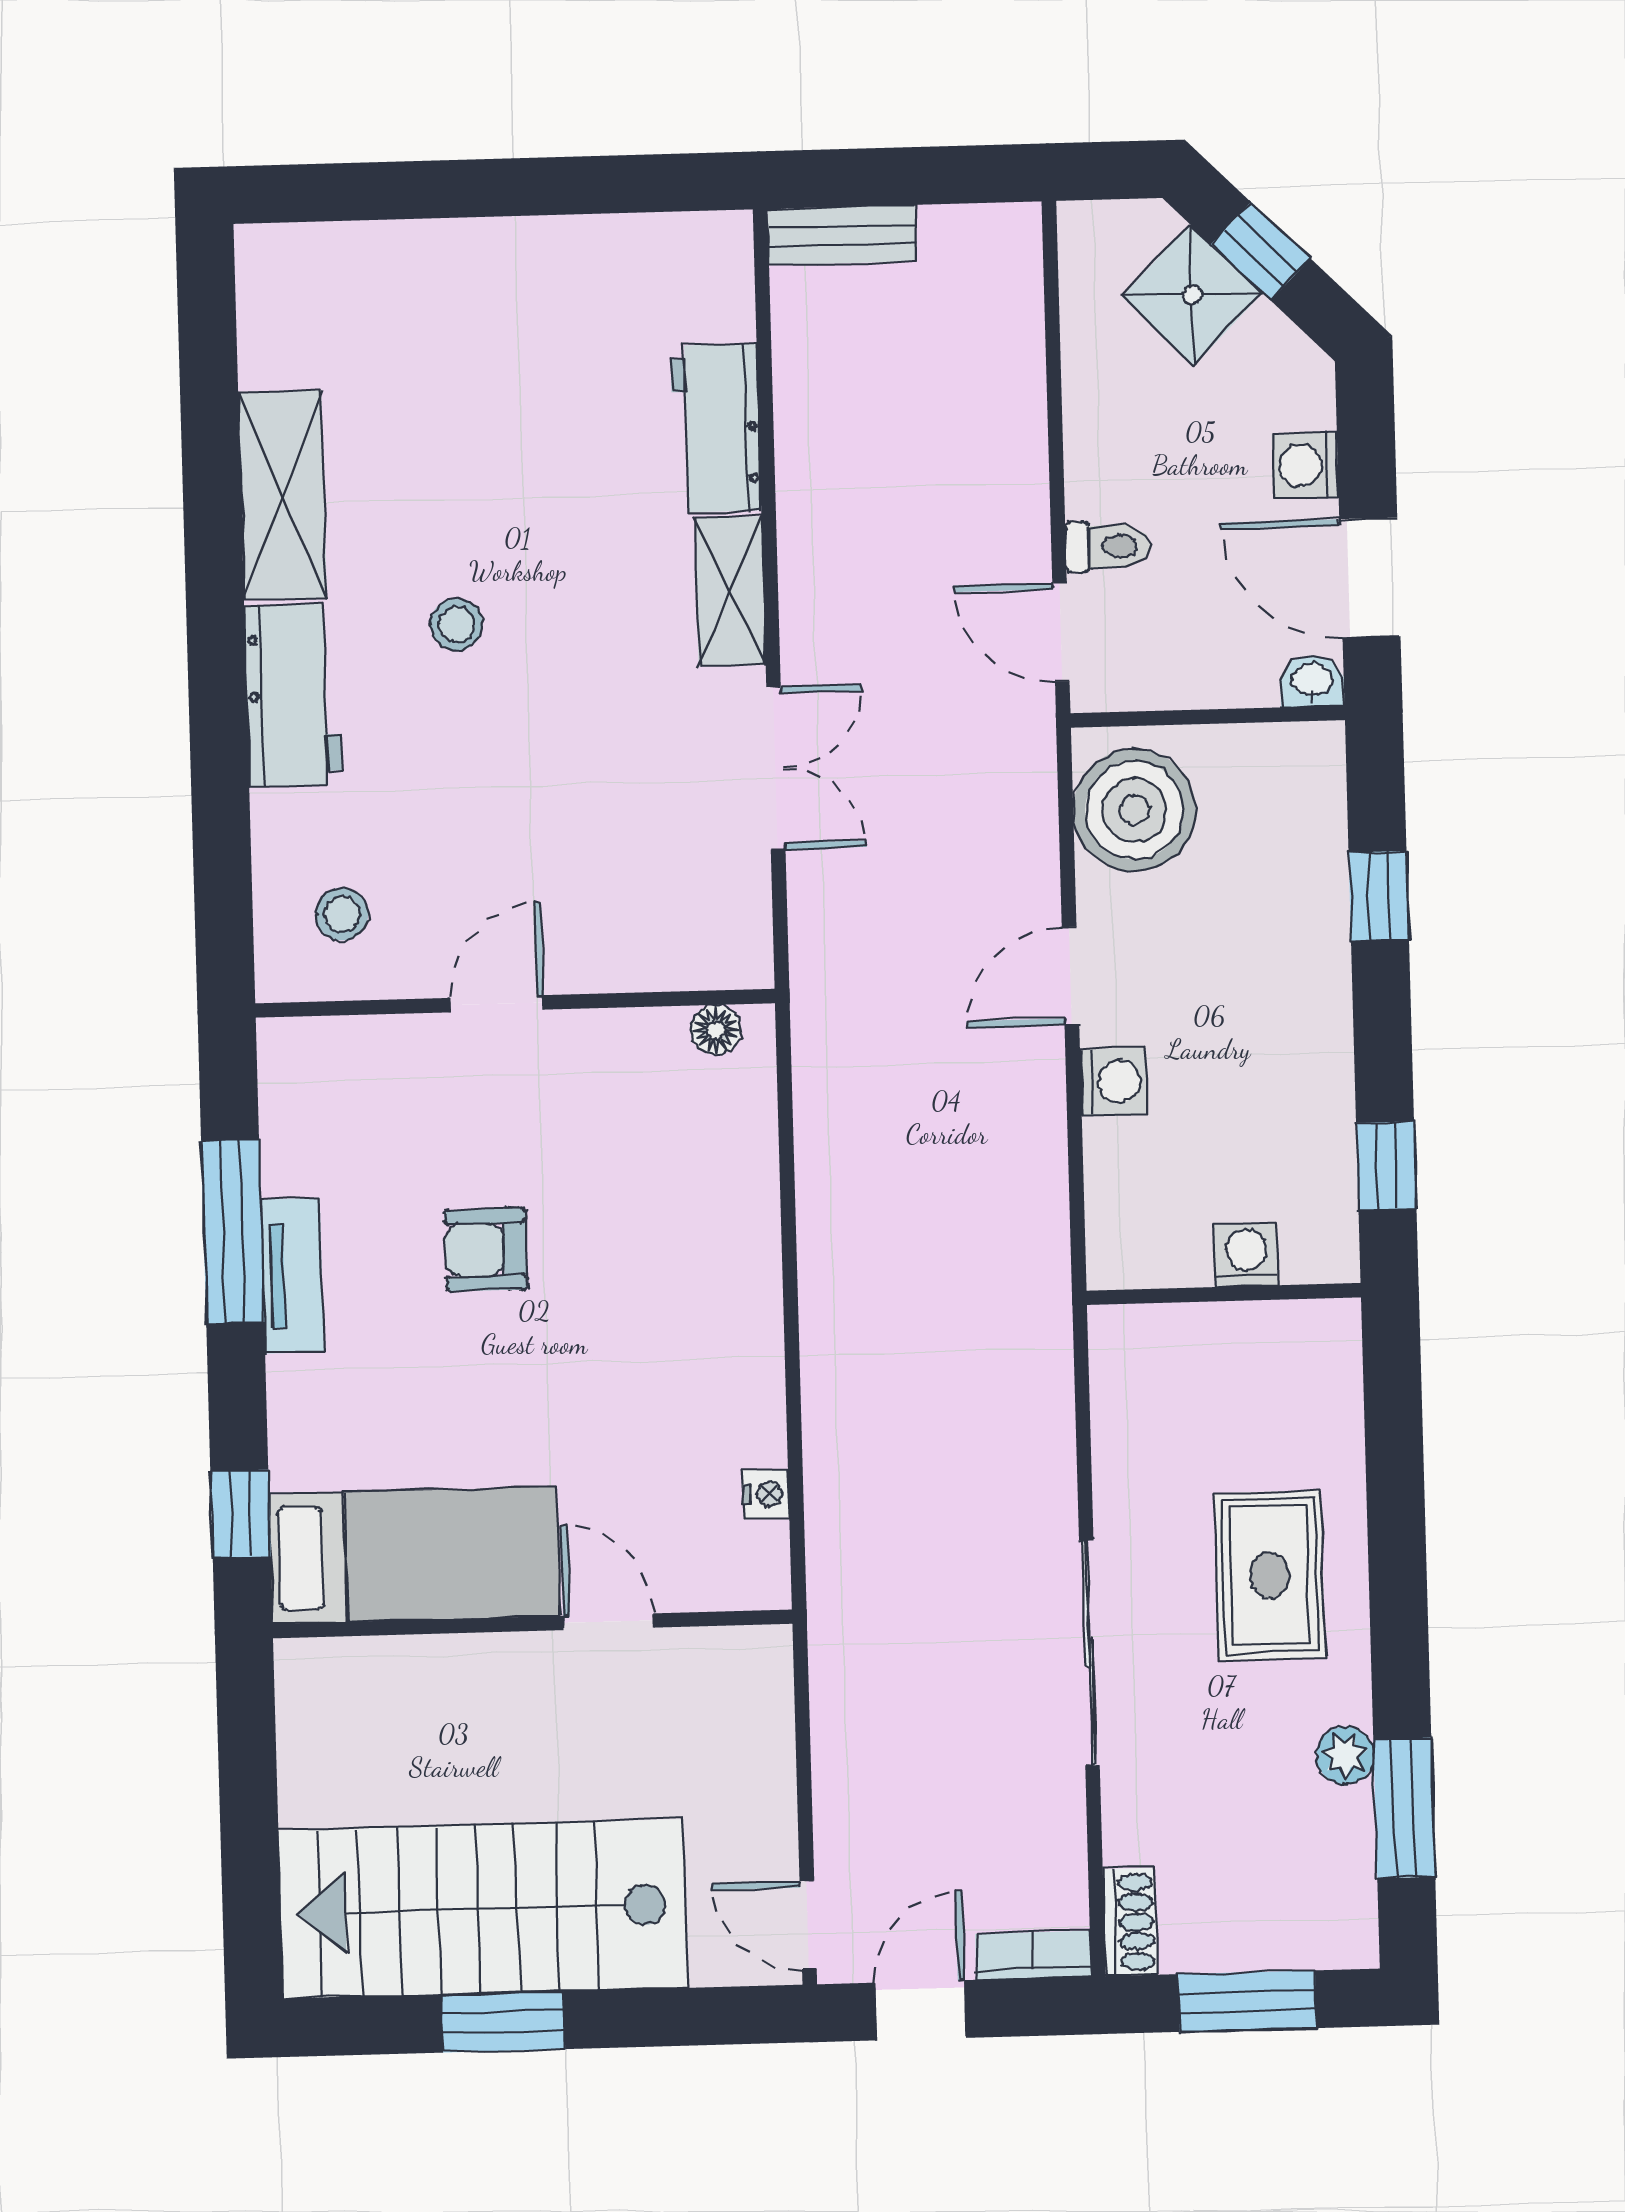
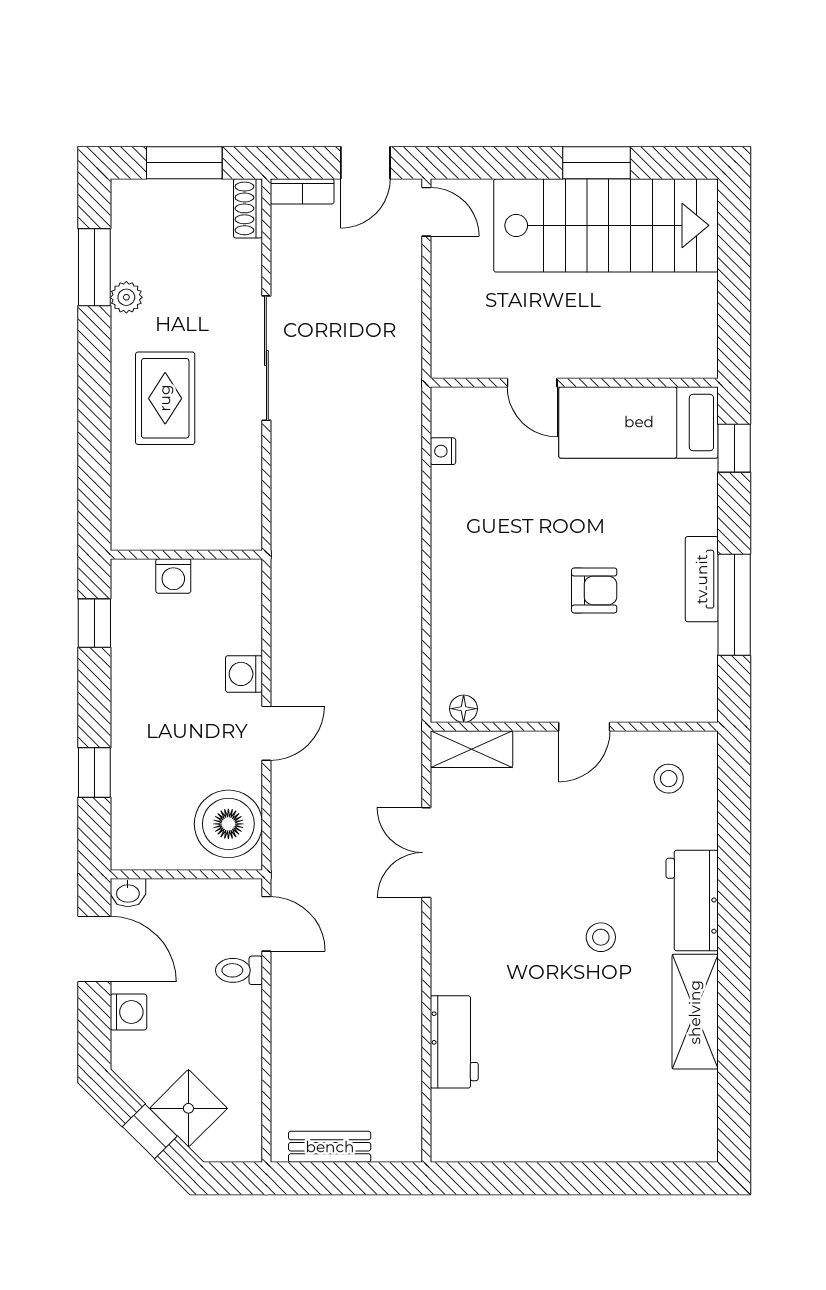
bench: (842, 235) -> (330, 1147), moved
shelving: (730, 591) -> (471, 749), moved, turned 90

